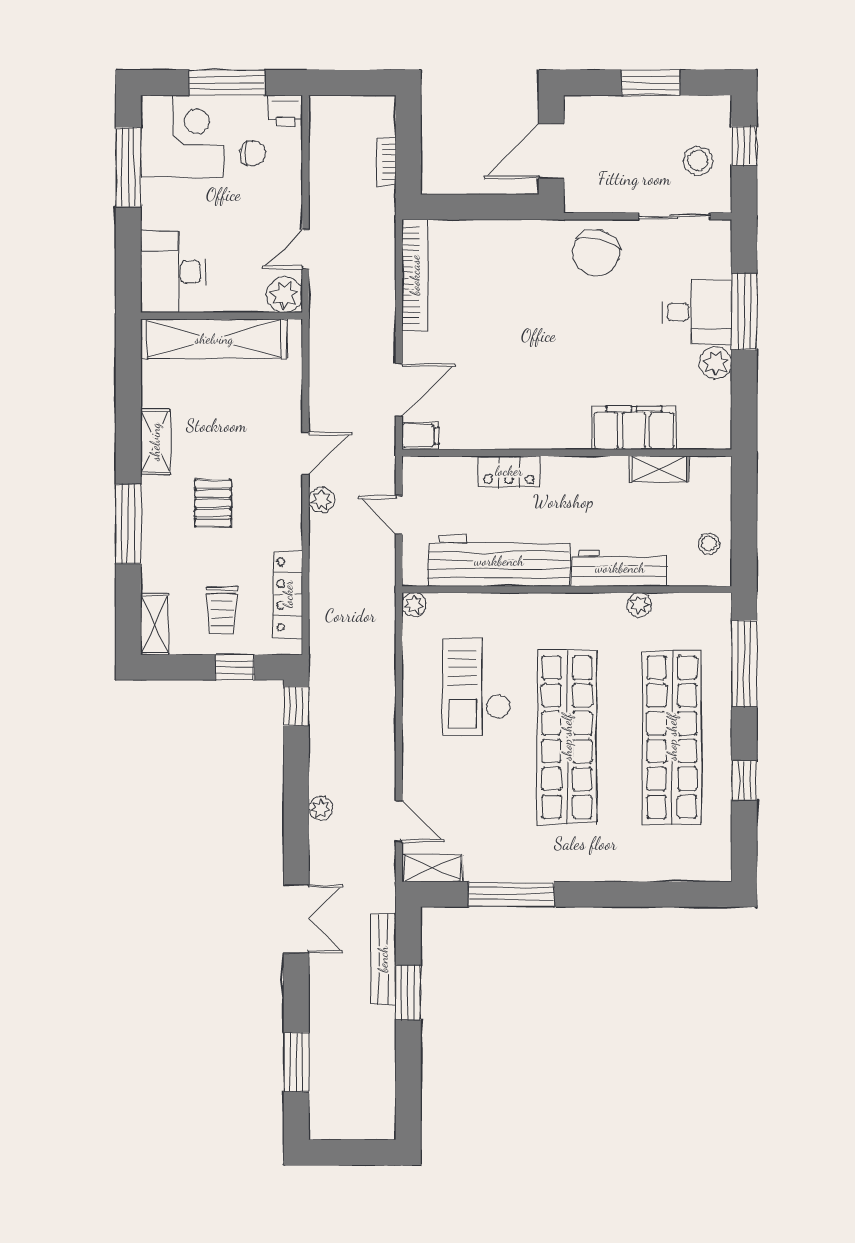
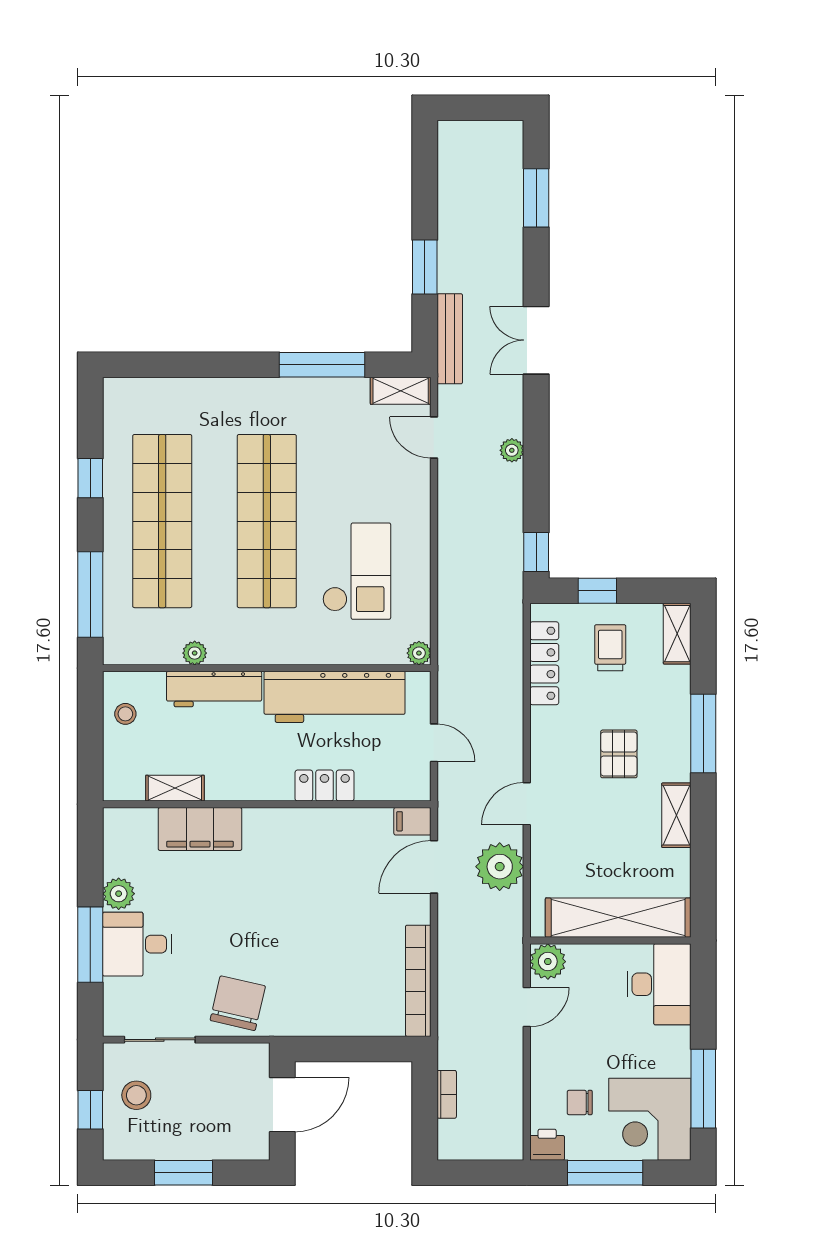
plant: (322, 500) -> (500, 867), moved, width x1.88, depth x1.88
bench: (383, 959) -> (450, 339), moved

